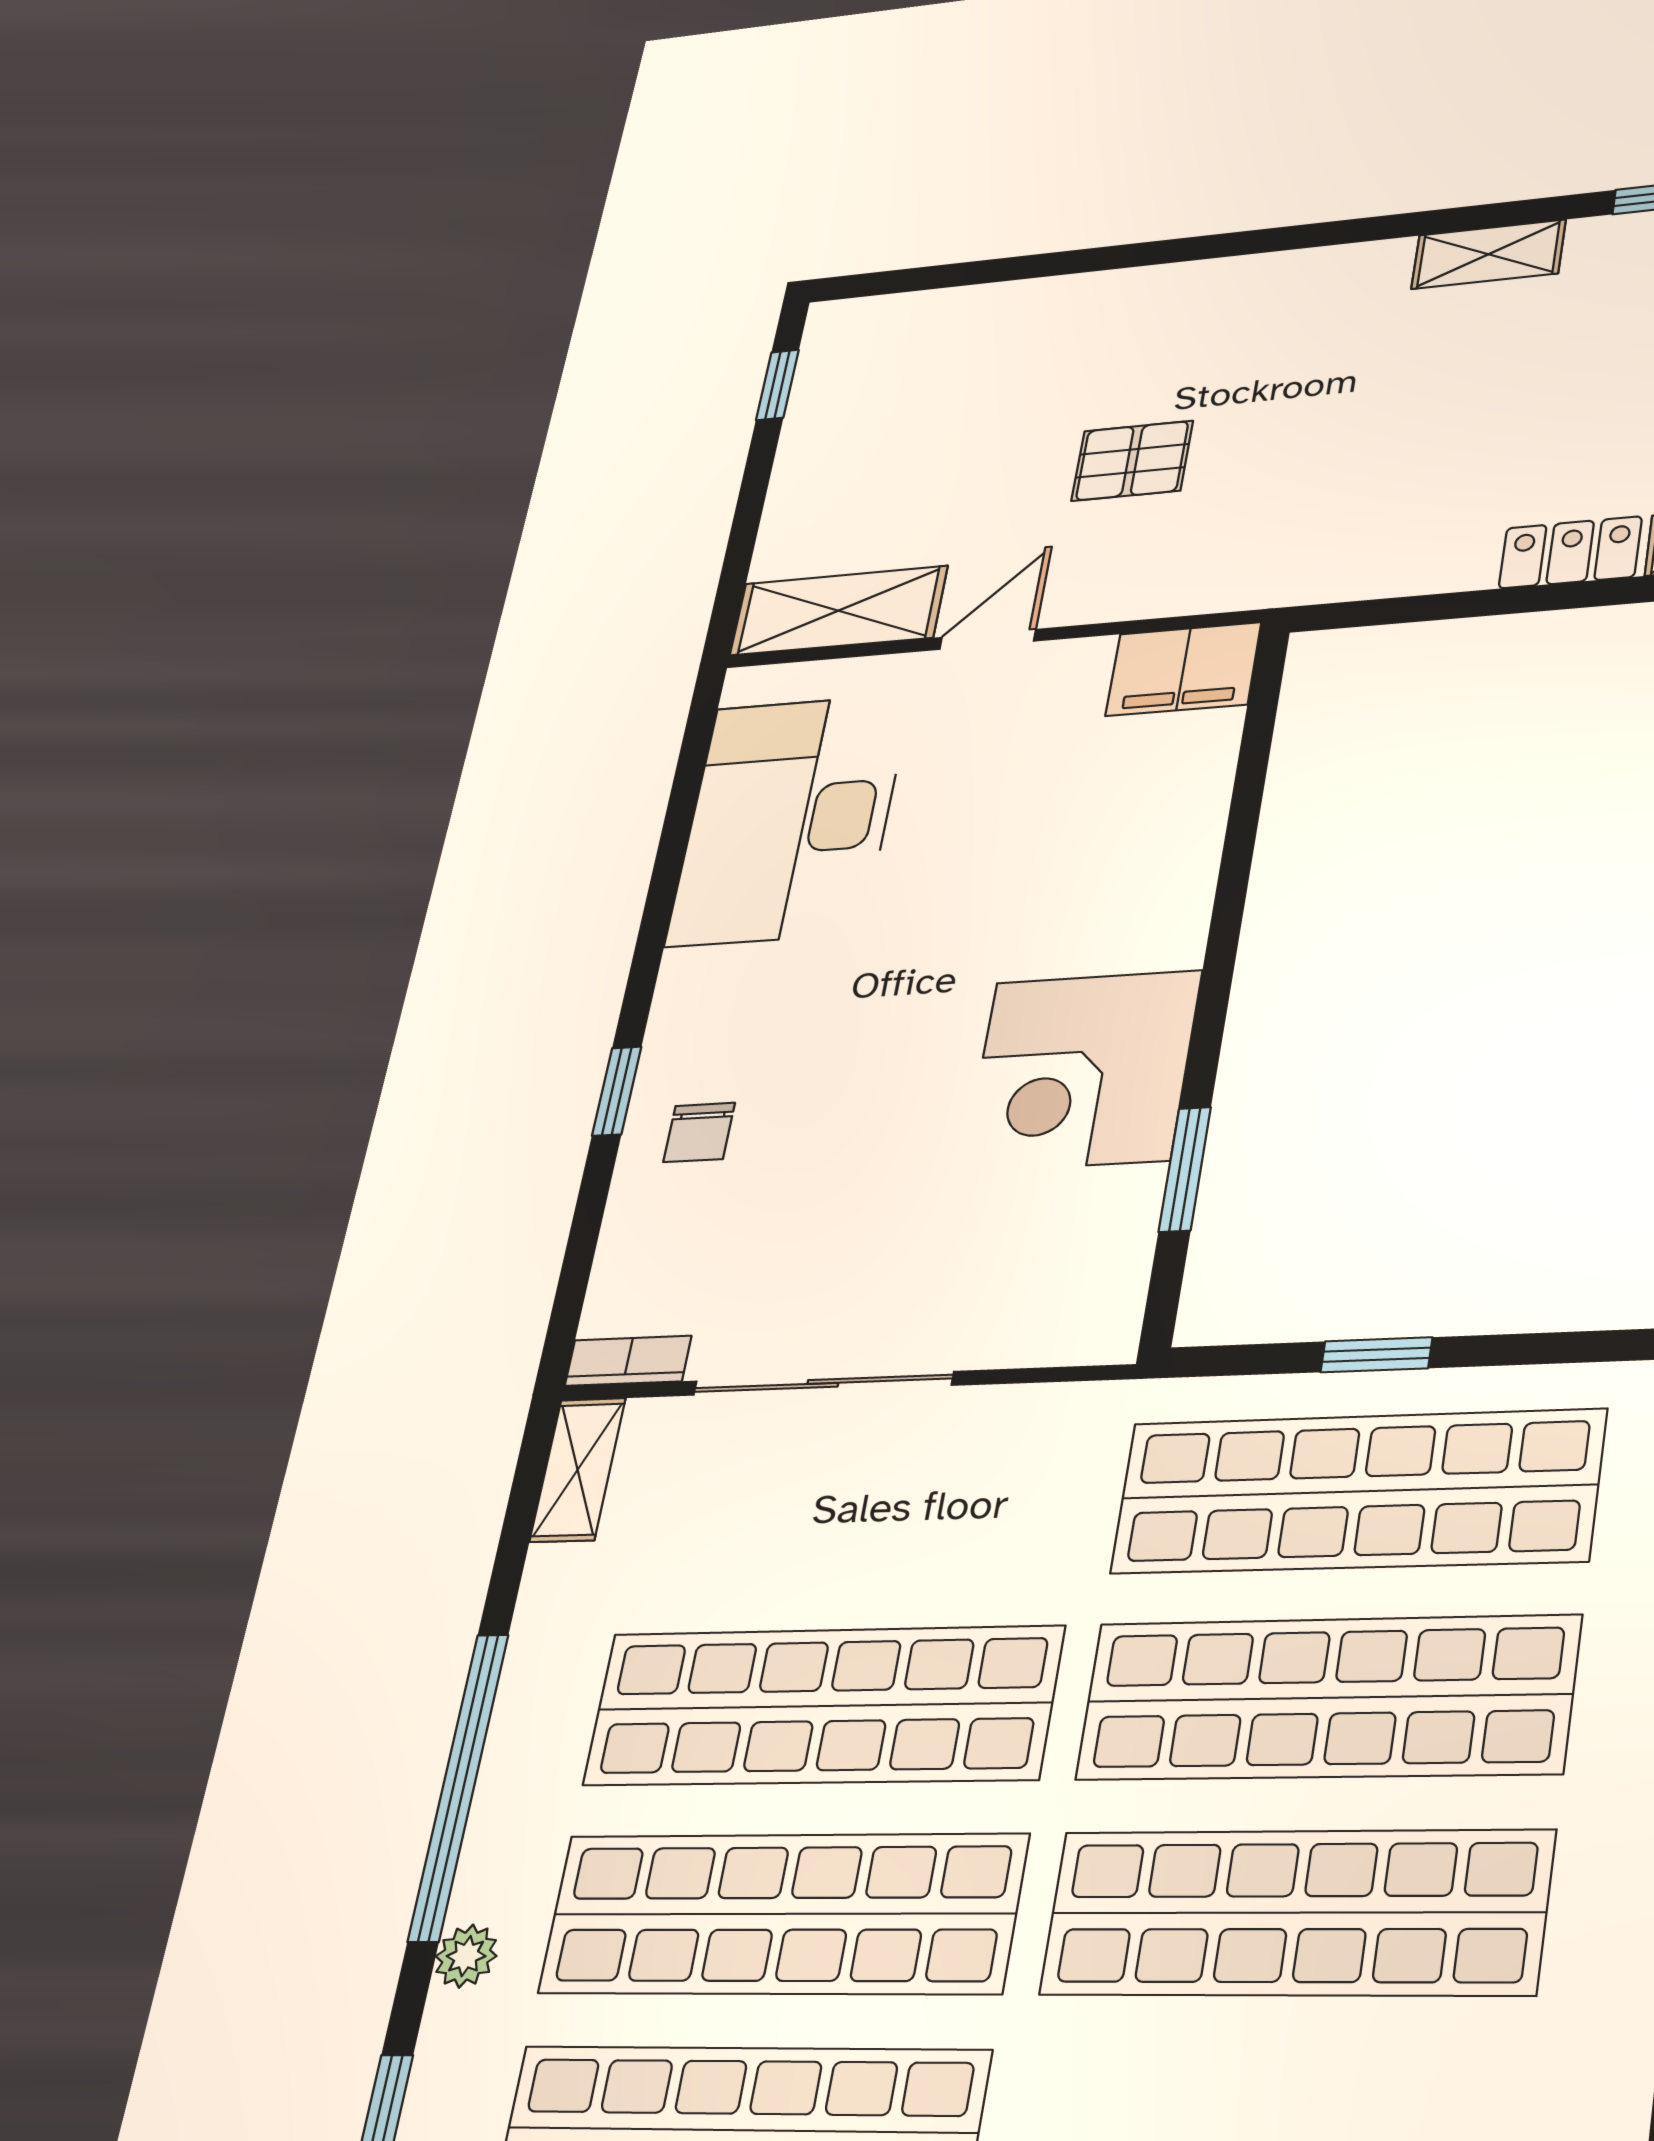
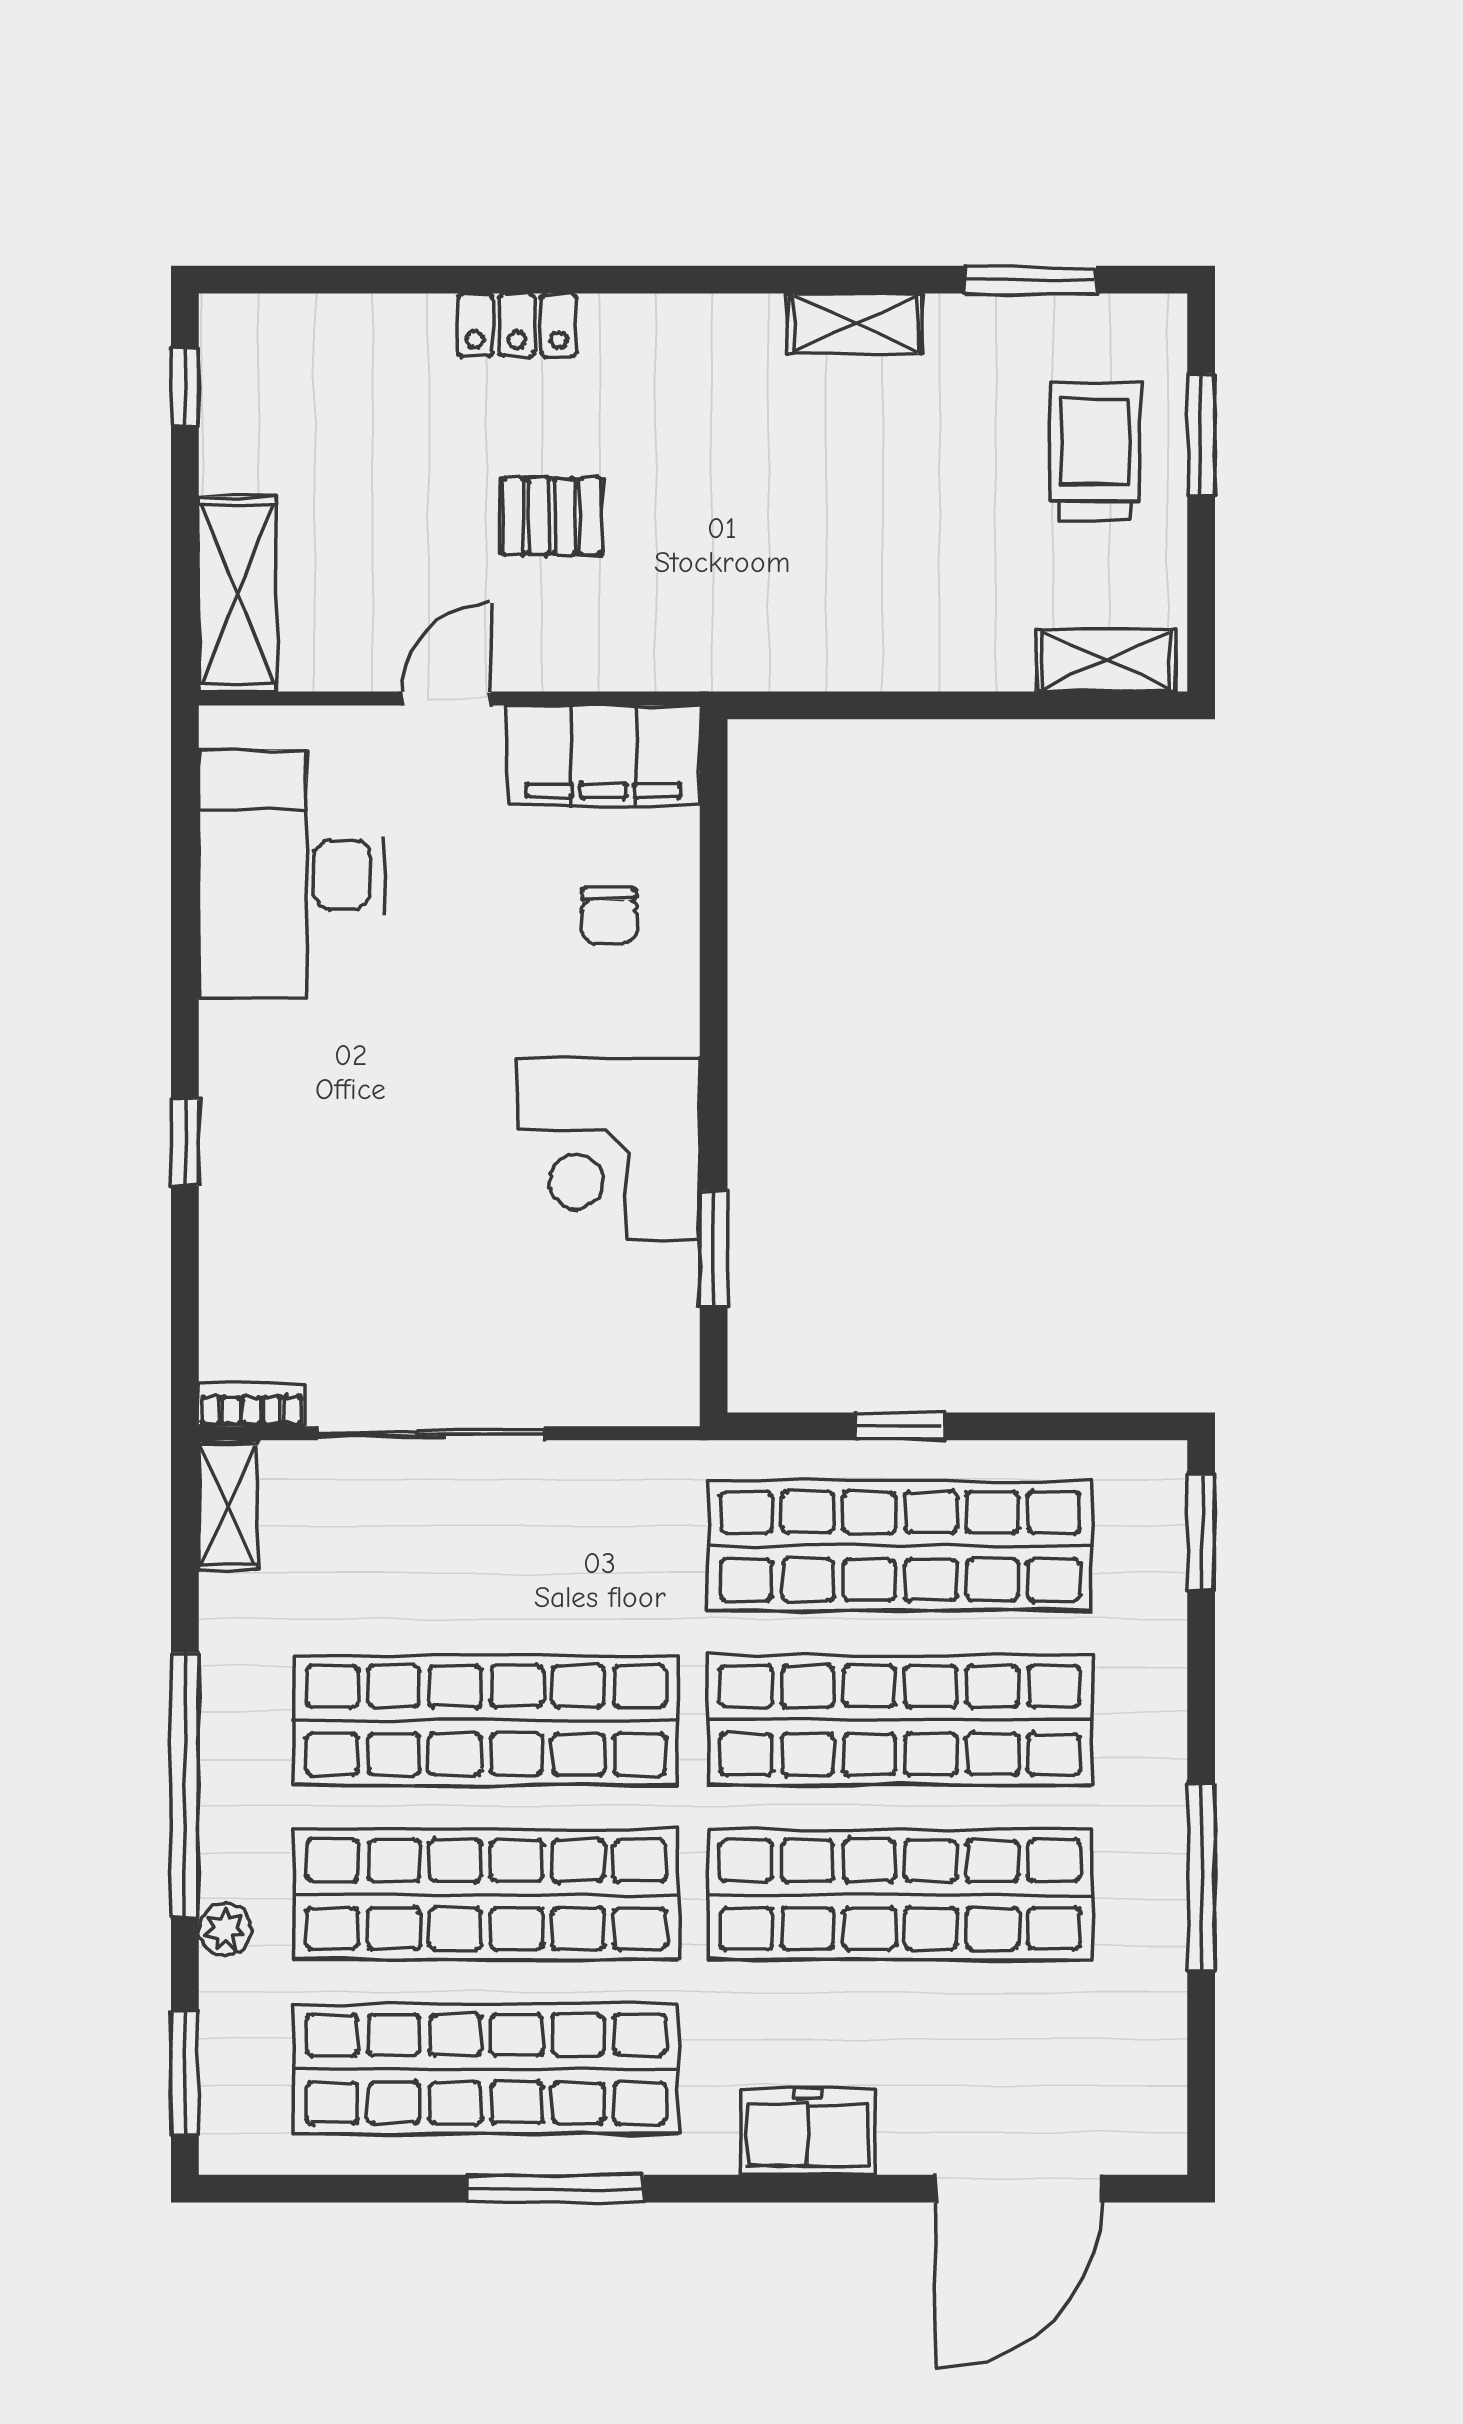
locker: (1570, 552) -> (517, 325), moved, turned 180
shelving: (838, 611) -> (238, 594), moved, turned 90
filing cabinet: (1183, 669) -> (603, 756), width x1.50, depth x1.17
chair: (699, 1132) -> (609, 916), moved

